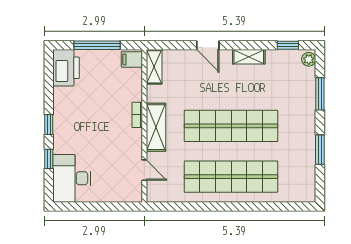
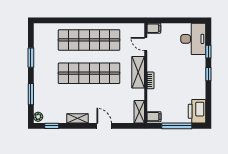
filing cabinet: (132, 195) -> (154, 28), added

